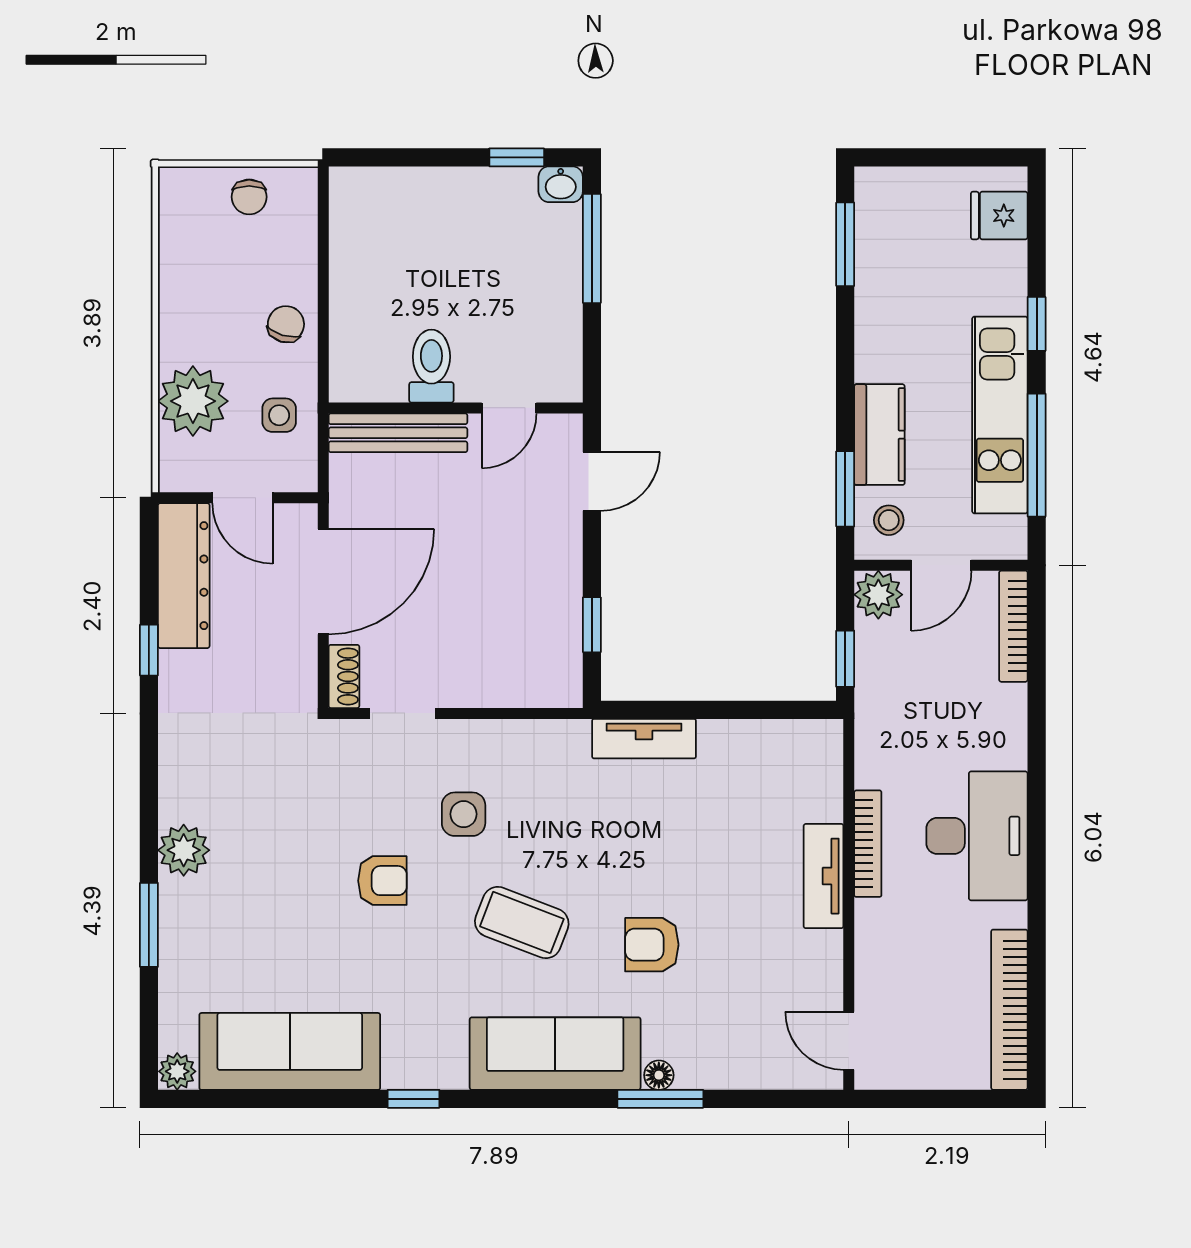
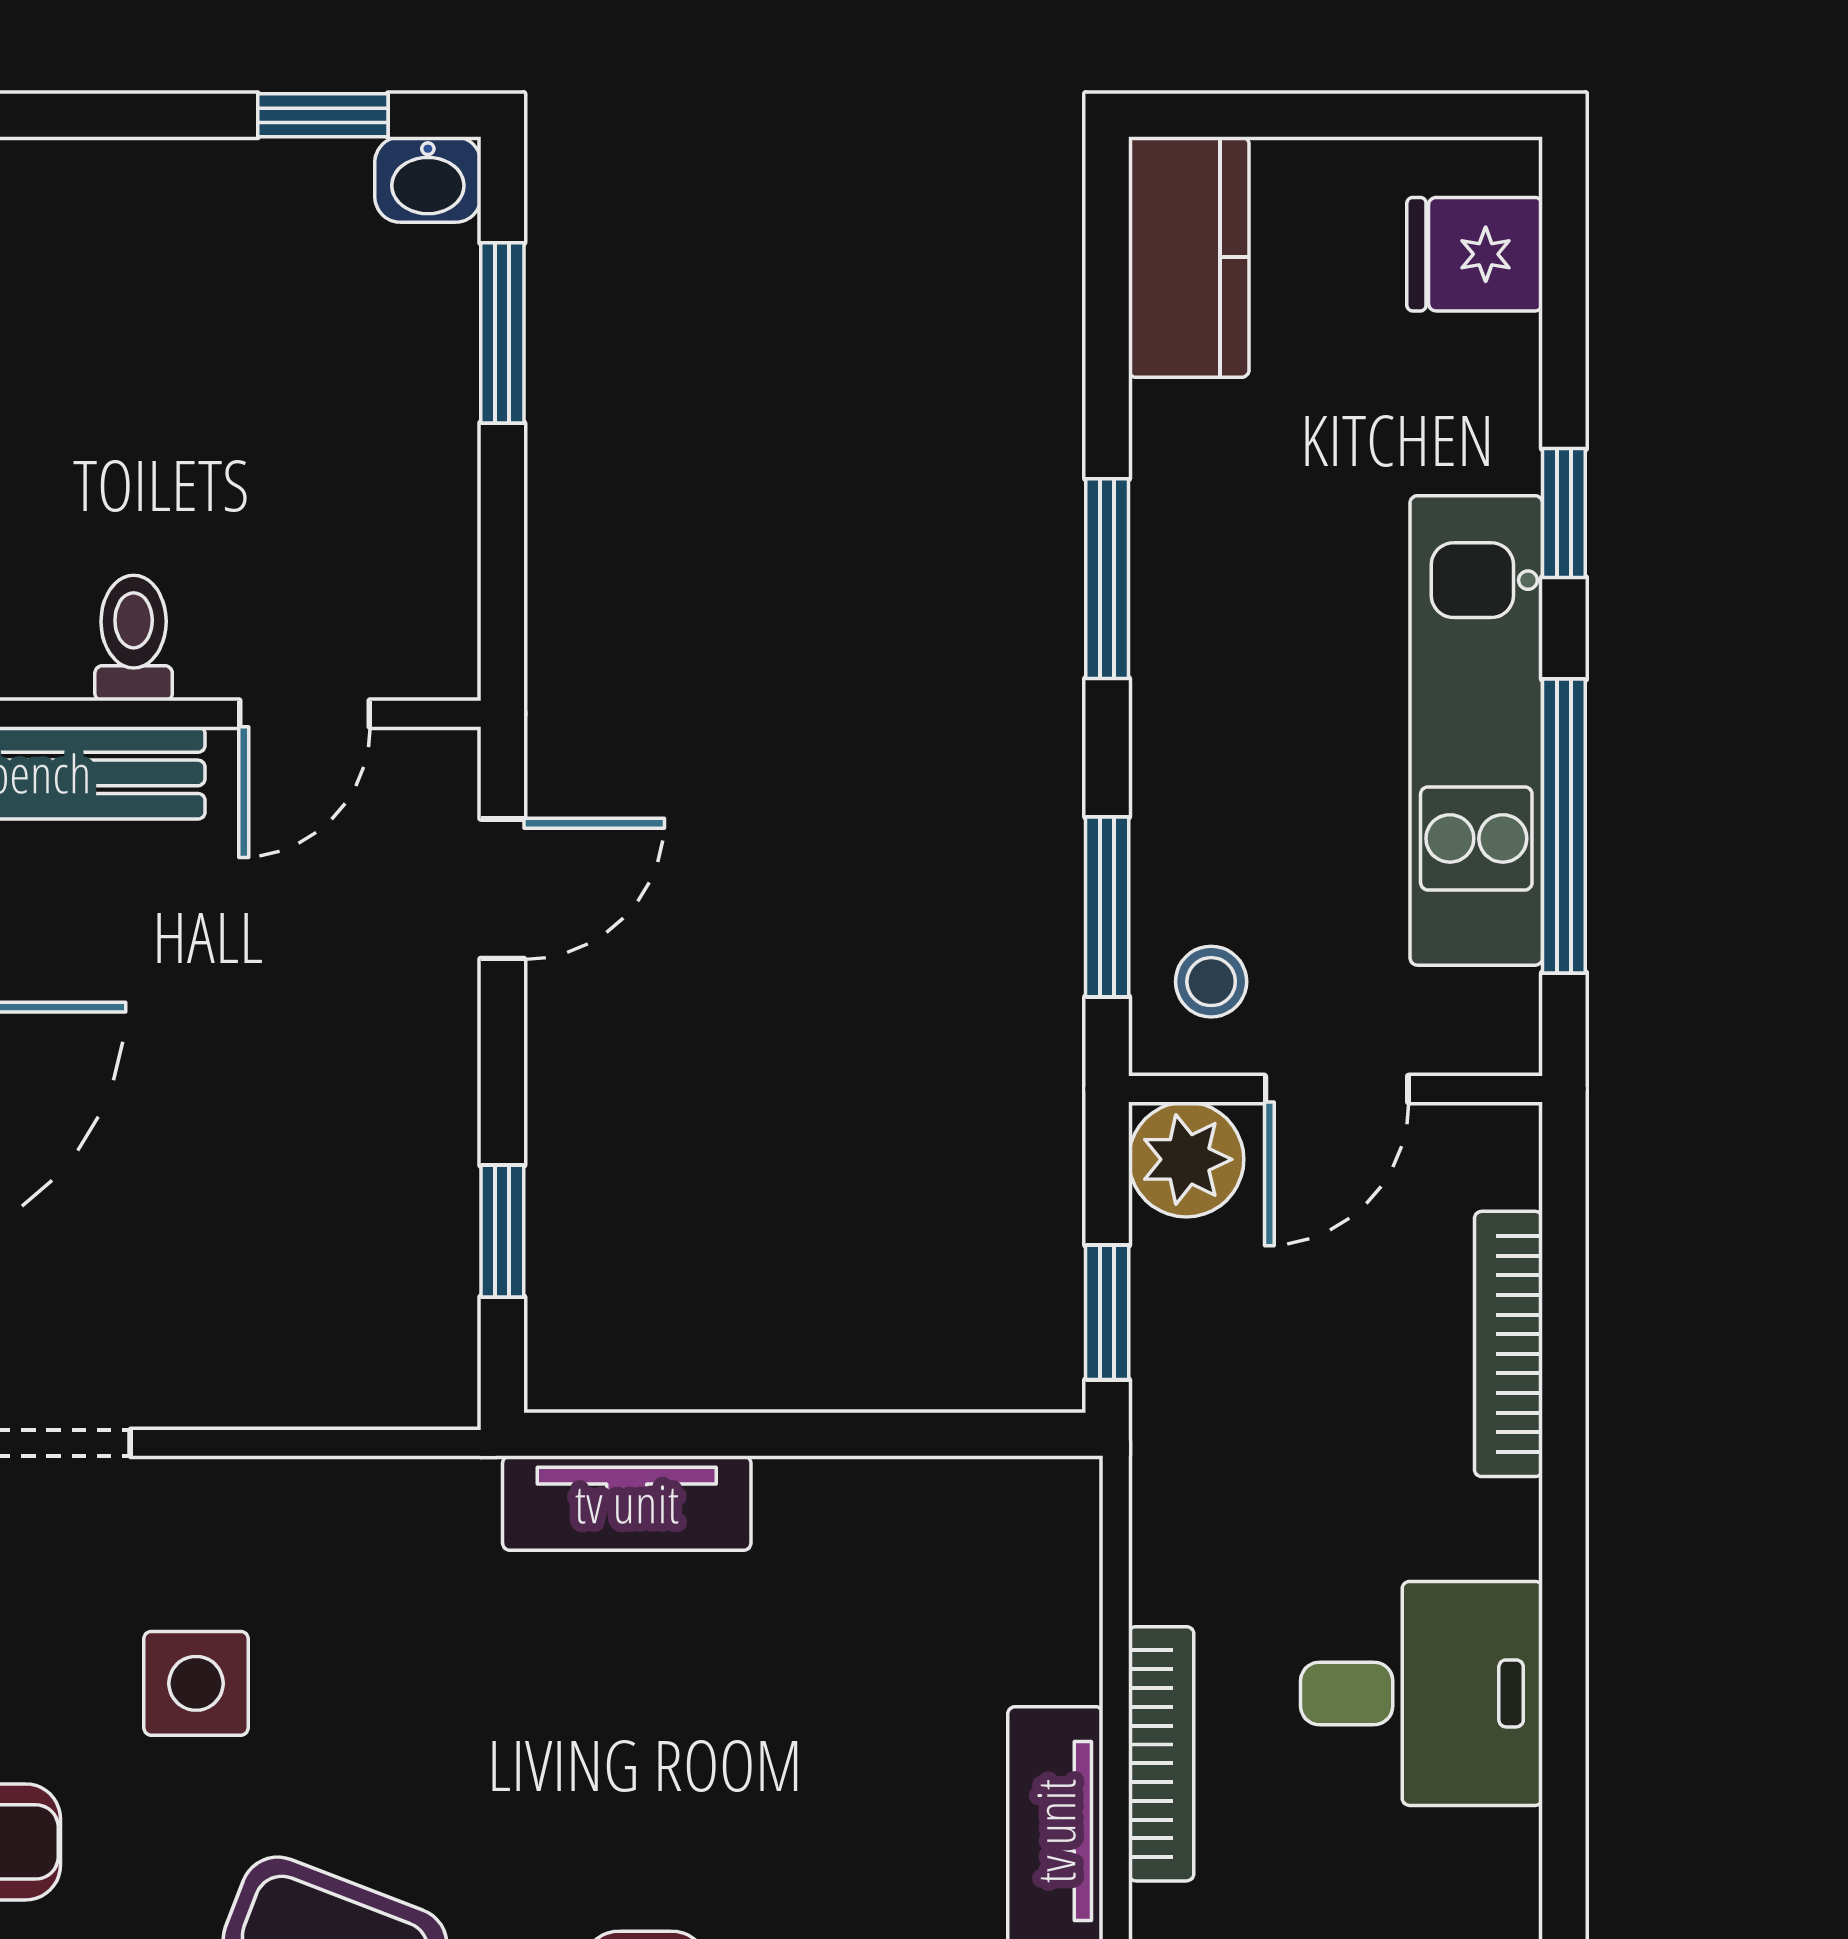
window: (845, 244) -> (1107, 579), moved
window: (592, 248) -> (502, 333), width x0.69
toilet: (431, 366) -> (134, 638), width x0.73, depth x0.72
kitchen counter: (879, 435) -> (1189, 257), moved
bookcase: (1013, 626) -> (1509, 1344), moved
desk: (977, 836) -> (1422, 1693), width x0.73

